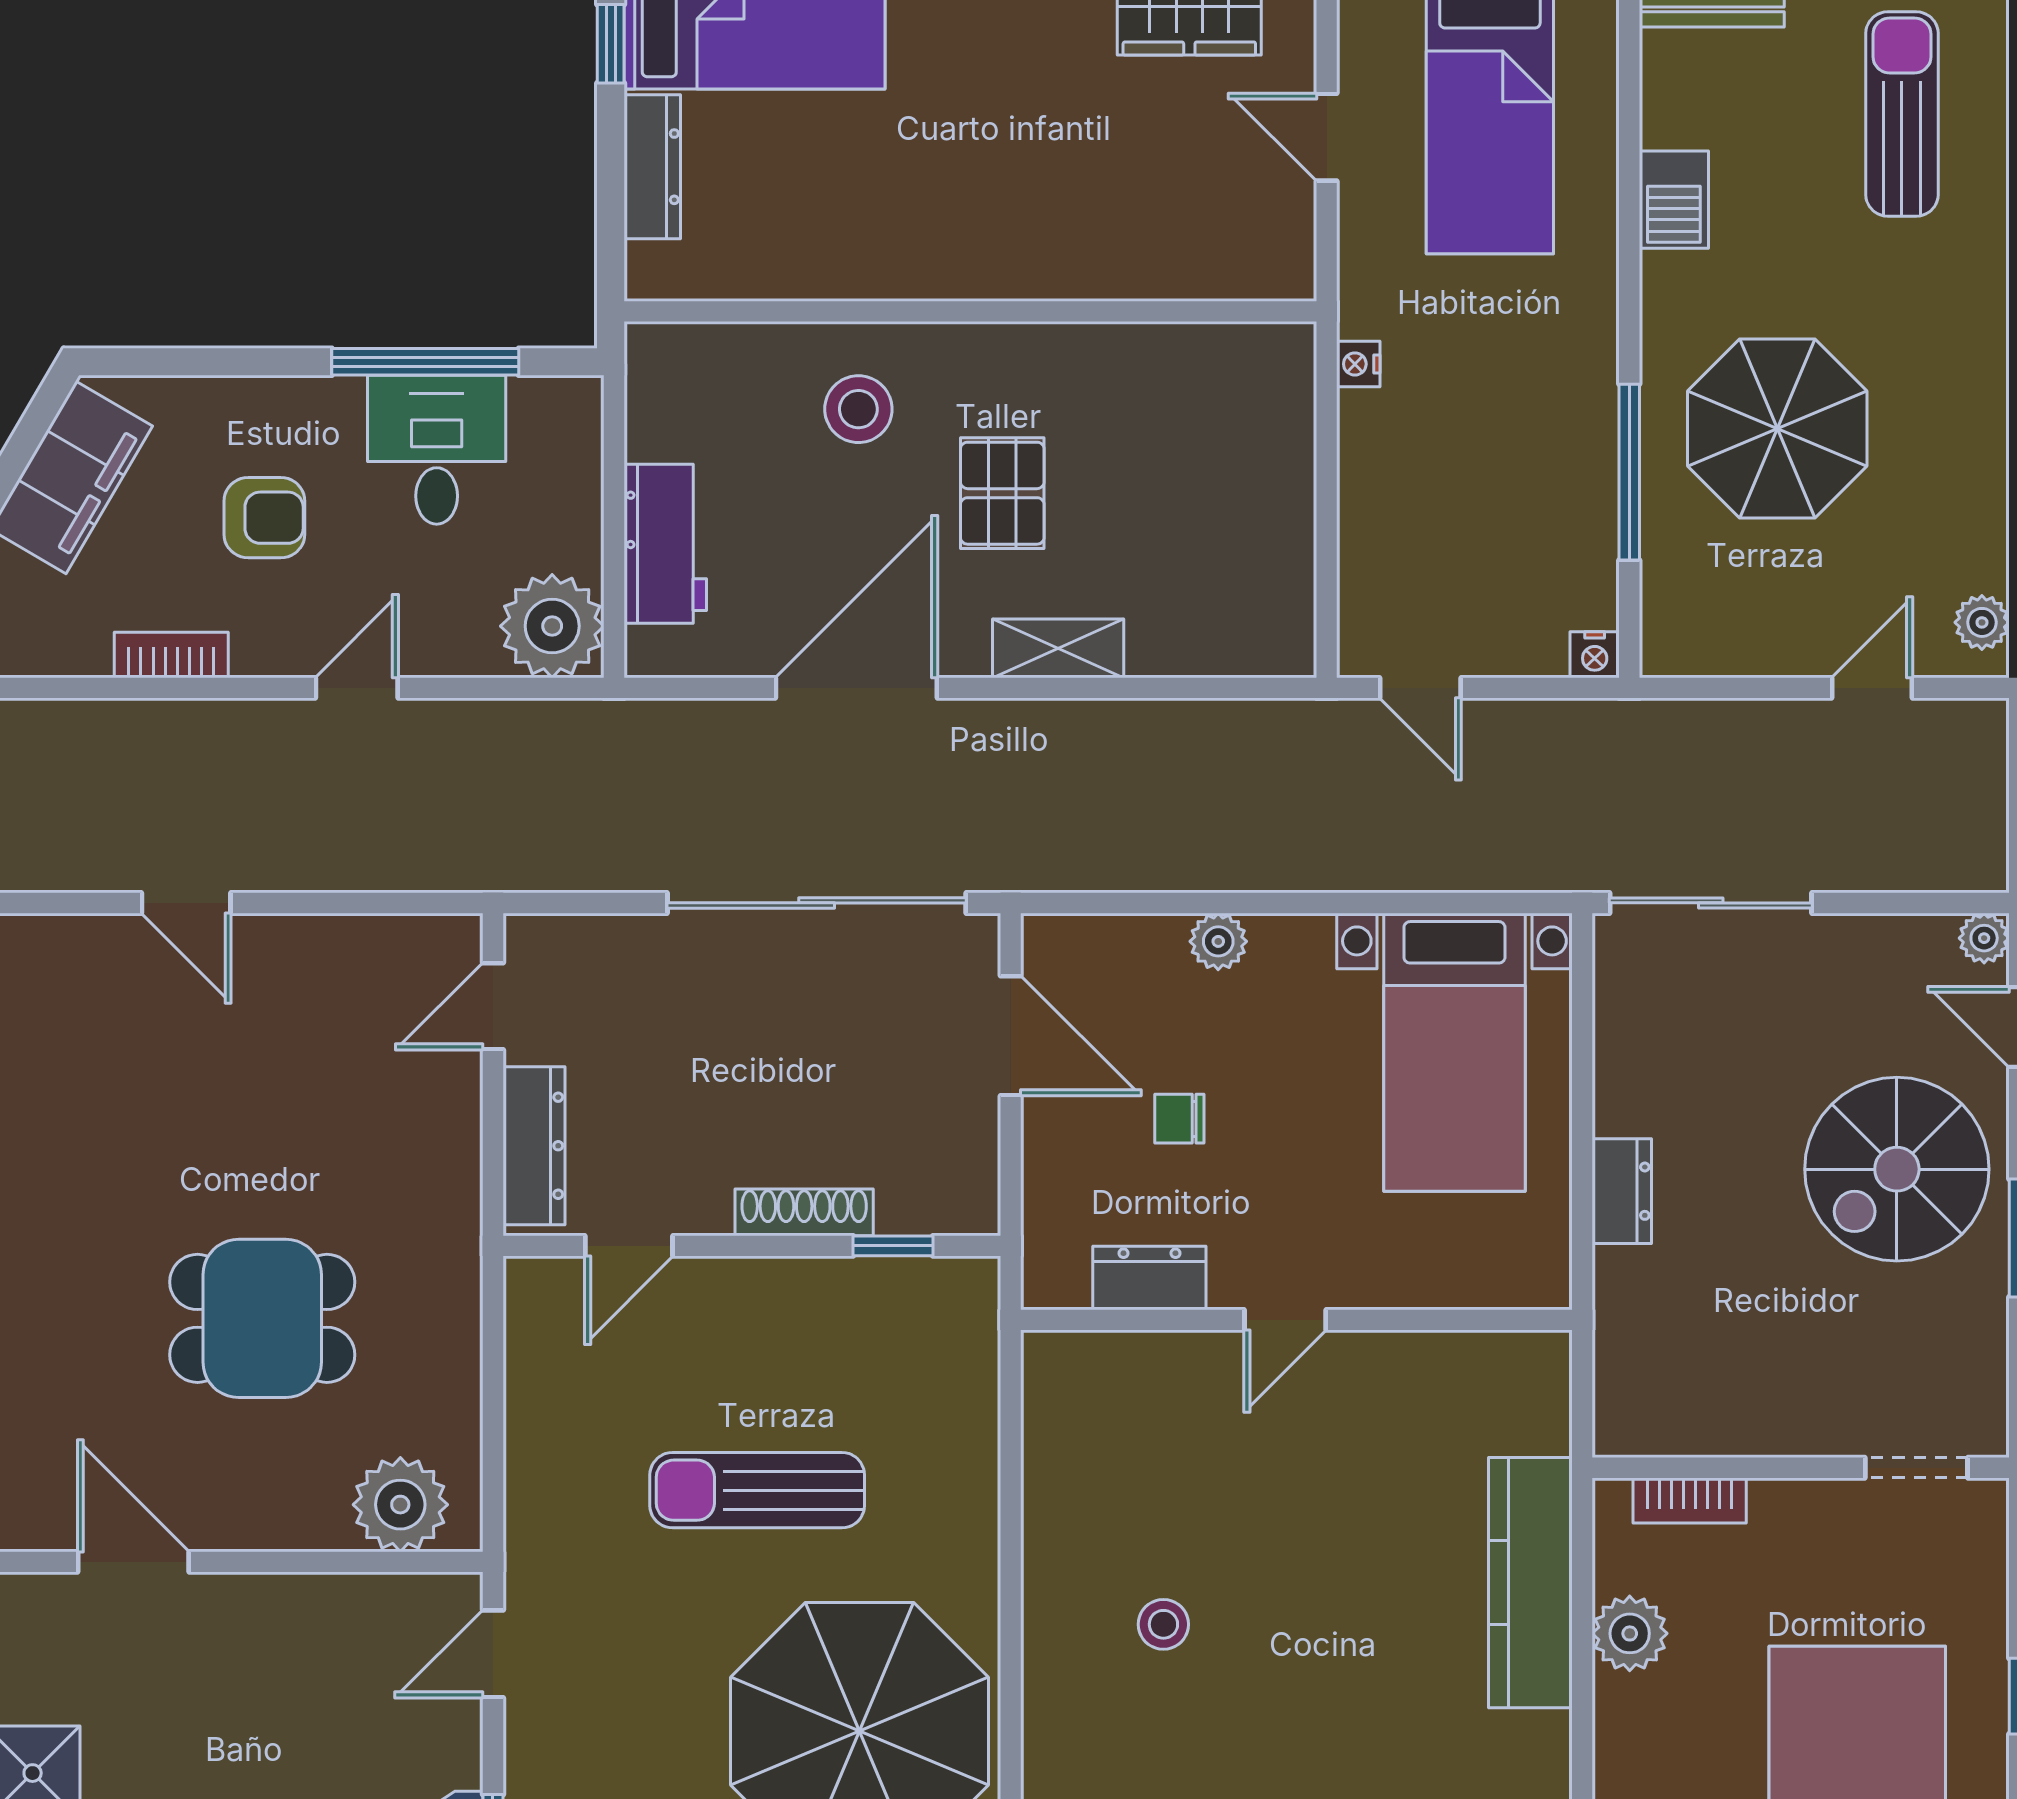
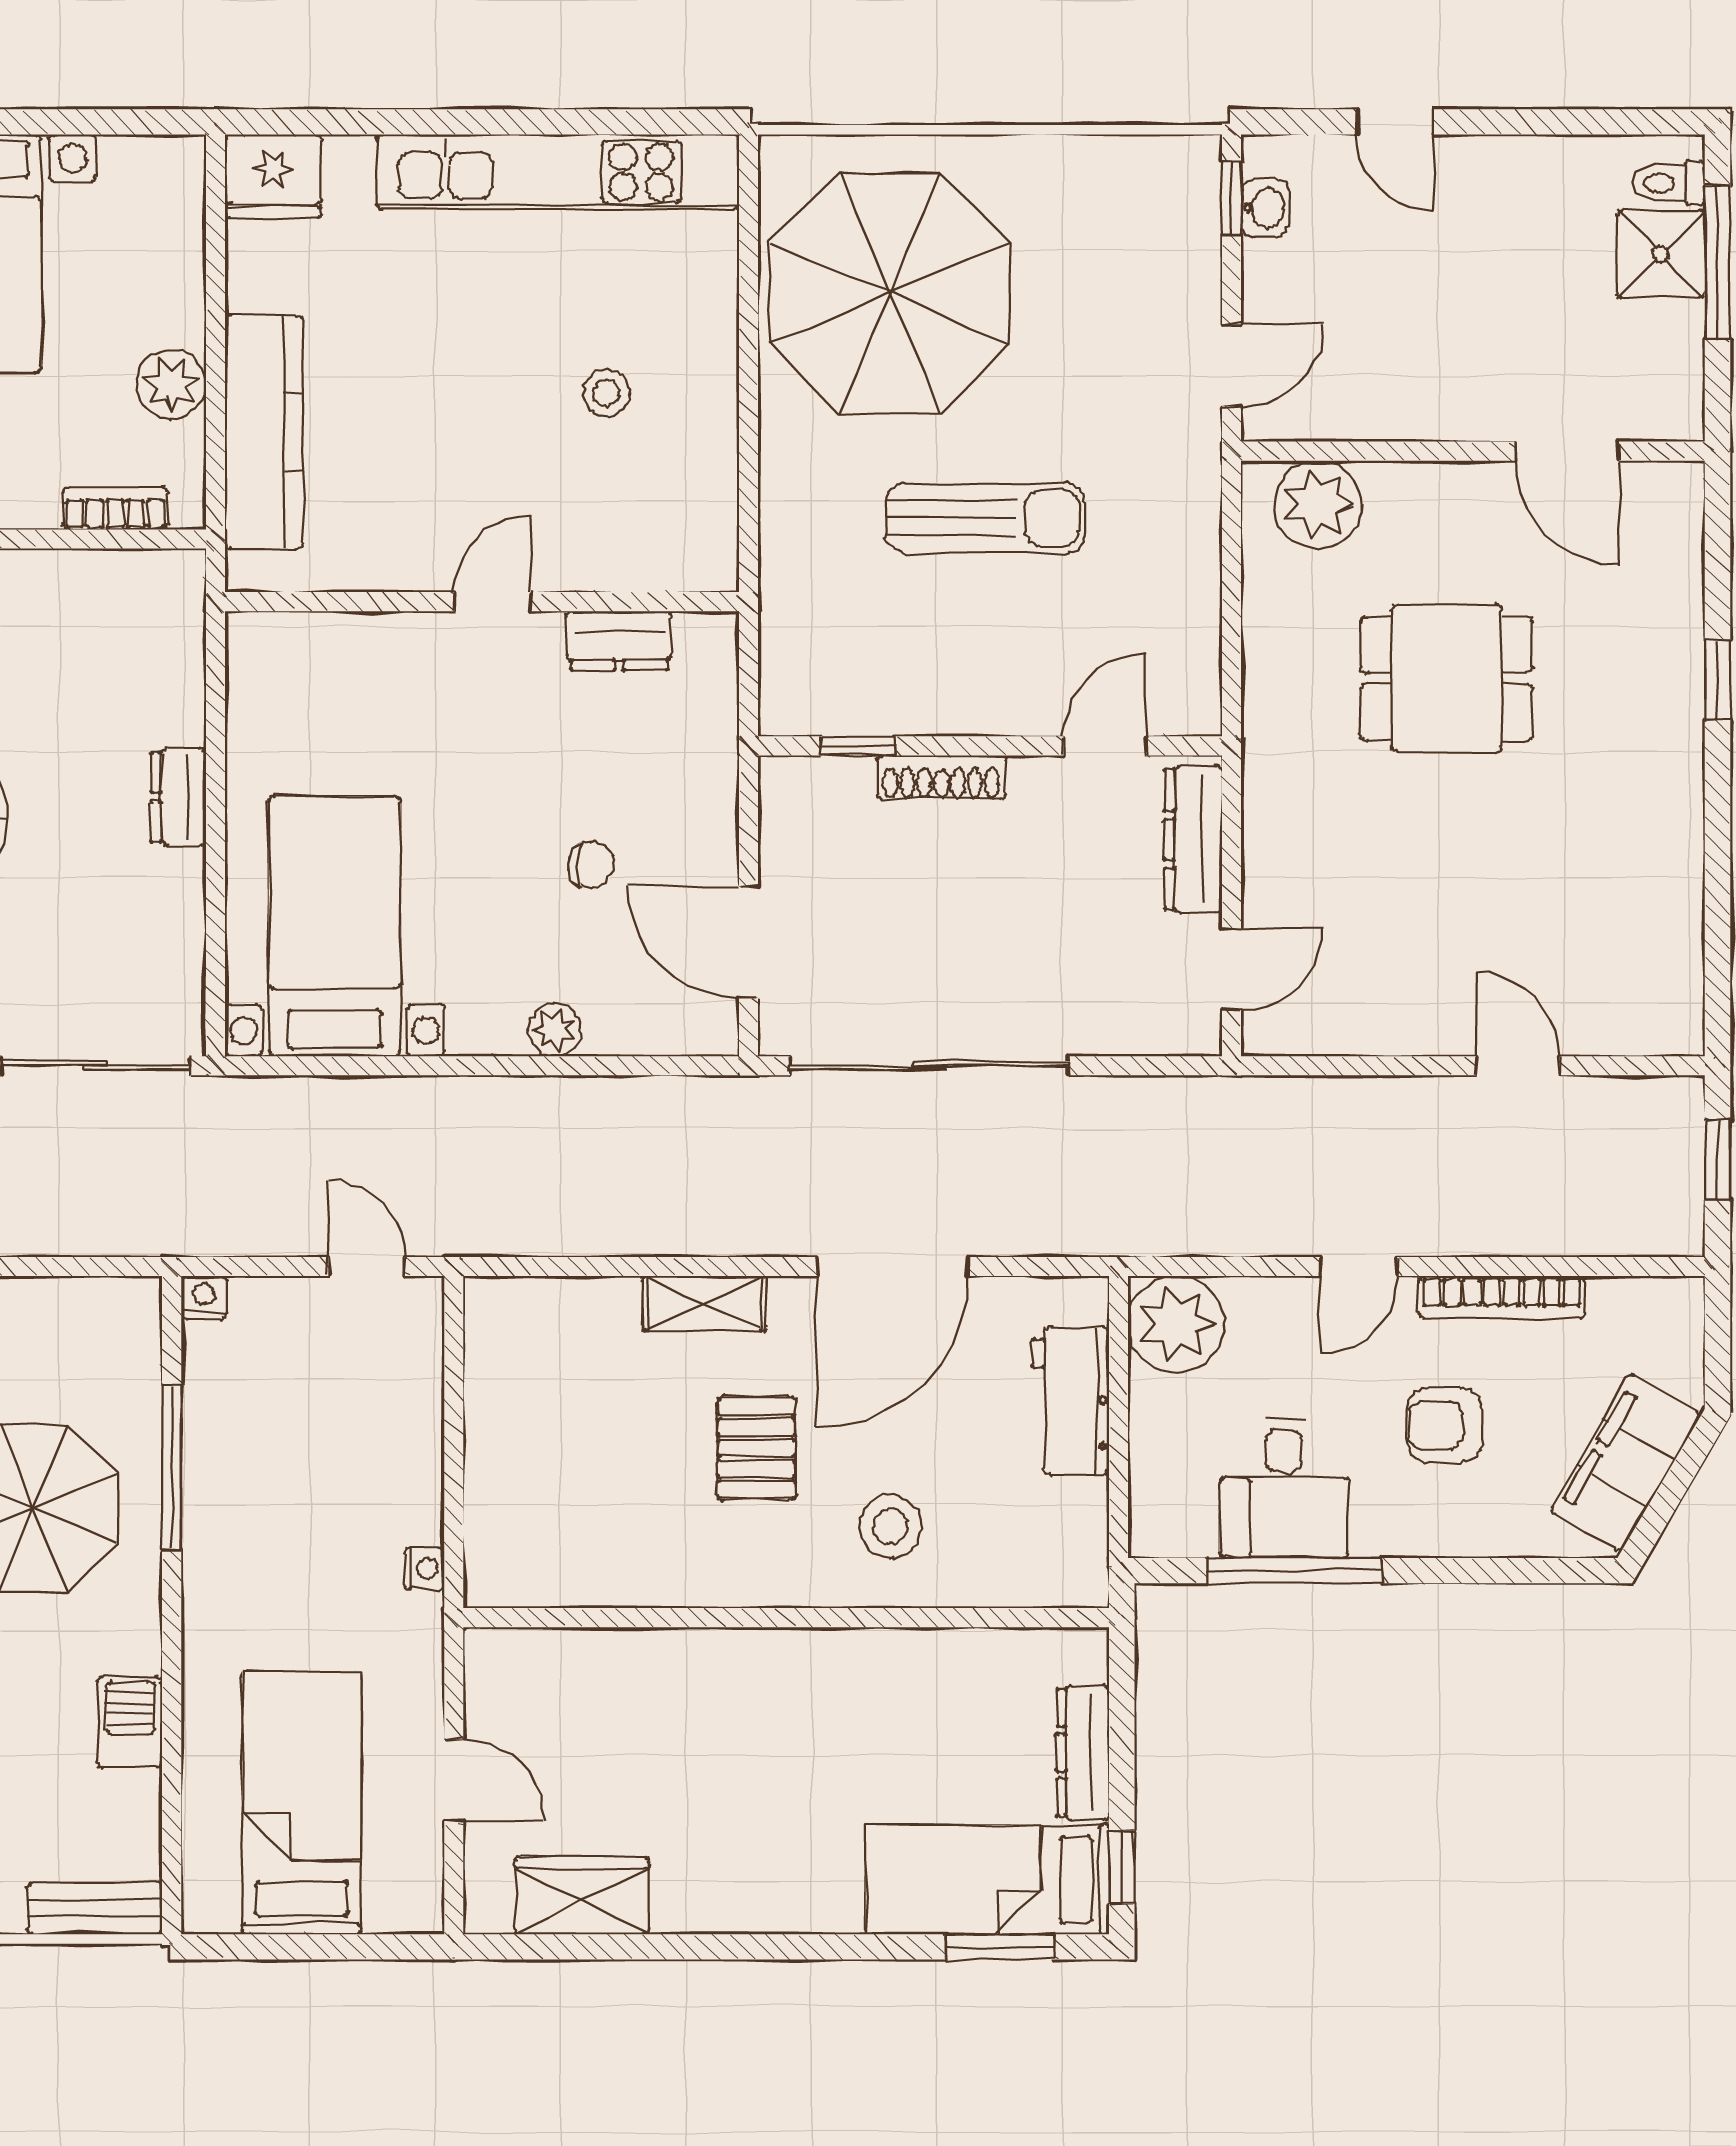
bookcase: (171, 655) -> (1502, 1297), width x1.56
dresser: (1149, 1278) -> (619, 641), moved
door: (1285, 1320) -> (493, 602), moved
wall: (1296, 1320) -> (482, 602), moved

